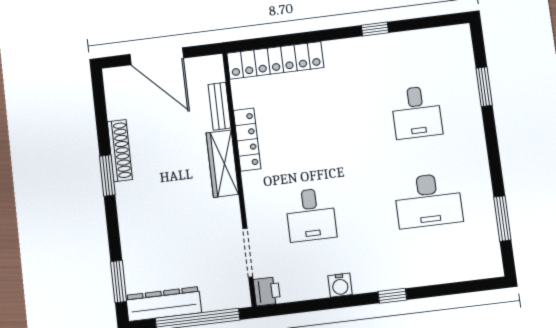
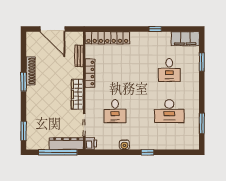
filing cabinet: (442, 42) -> (185, 39), added
wardrobe: (222, 164) -> (77, 94), moved
dresser: (164, 304) -> (66, 144), moved

